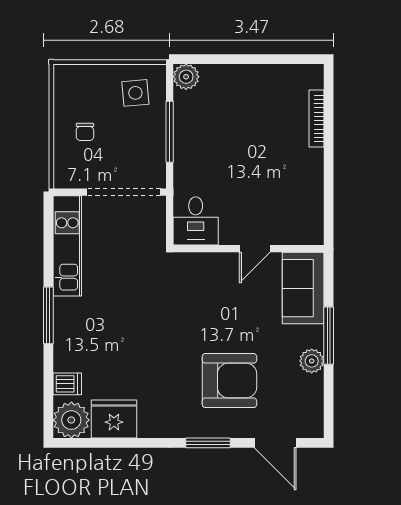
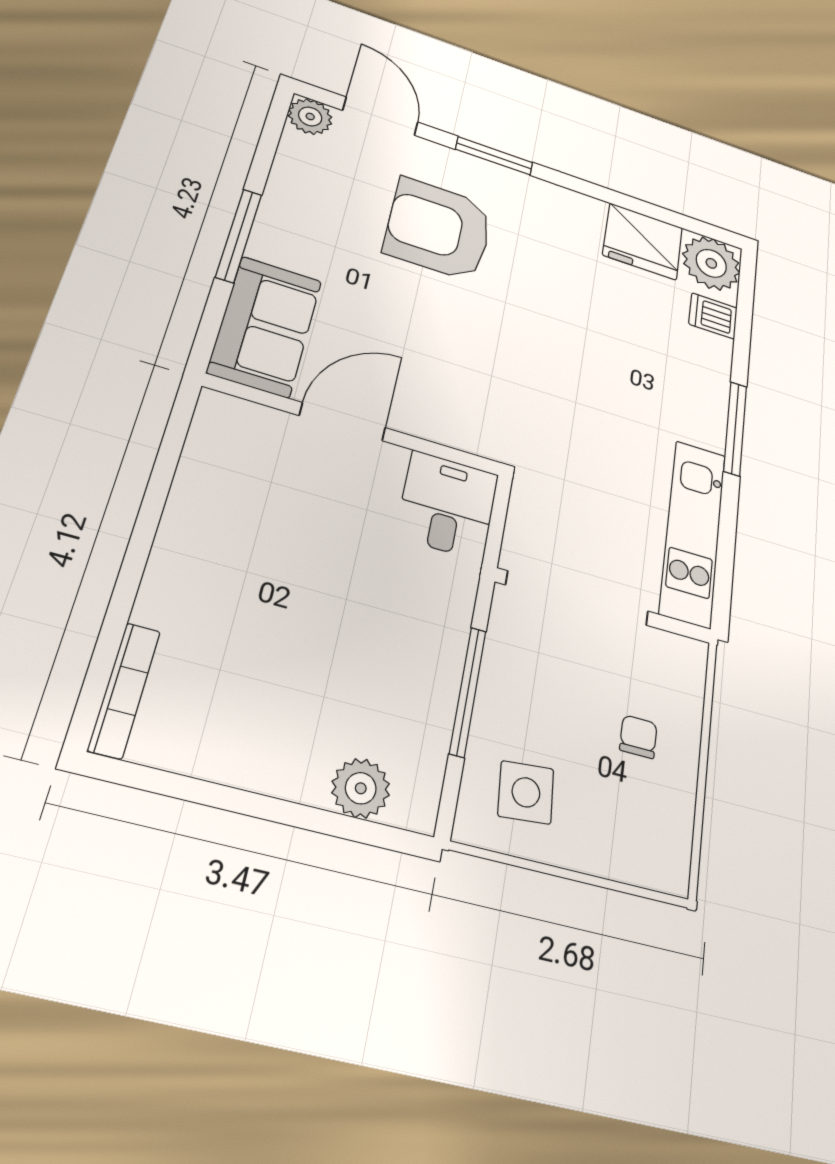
plant: (186, 77) -> (361, 788), moved
bookcase: (317, 119) -> (124, 690), moved
door: (255, 249) -> (342, 422), width x1.38
plant: (312, 361) -> (310, 116), moved

